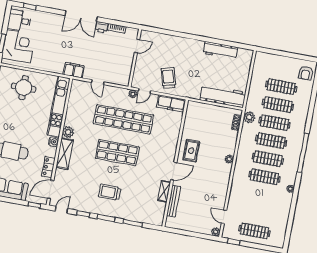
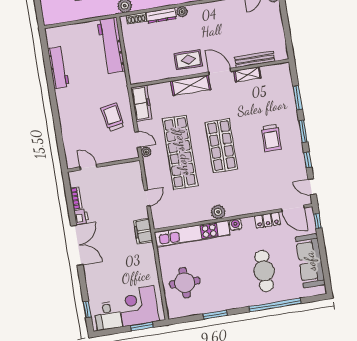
trolley: (168, 78) -> (113, 117), turned 96
dresser: (232, 142) -> (161, 15), added
shelving: (64, 154) -> (191, 85), moved

